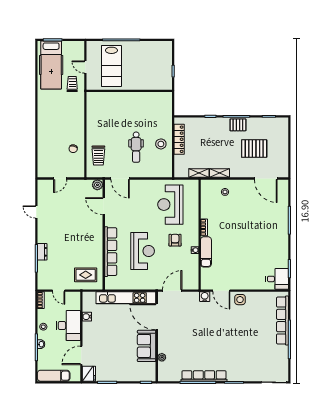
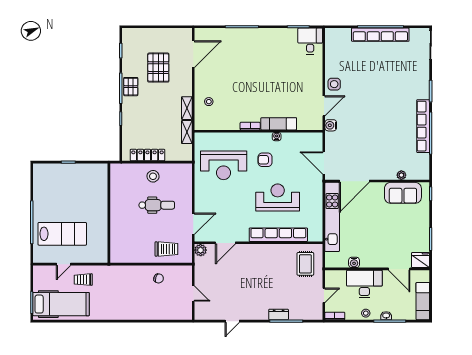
wall: (129, 91) -> (109, 213), moved
row of seats: (282, 321) -> (380, 35), moved
sofa: (147, 346) -> (403, 193), moved

